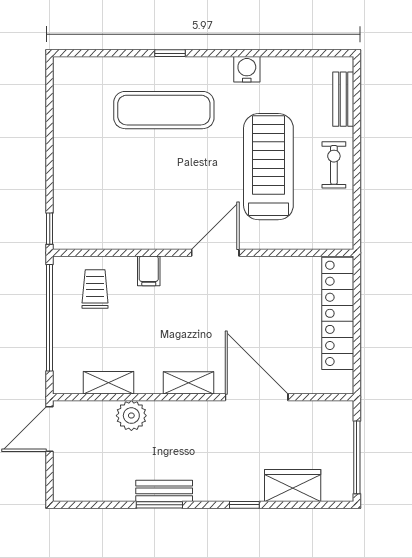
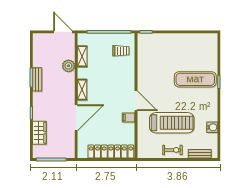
water cooler: (247, 69) -> (212, 127), moved
exercise mat: (164, 110) -> (195, 79), turned 90
filing cabinet: (149, 271) -> (129, 118), moved

